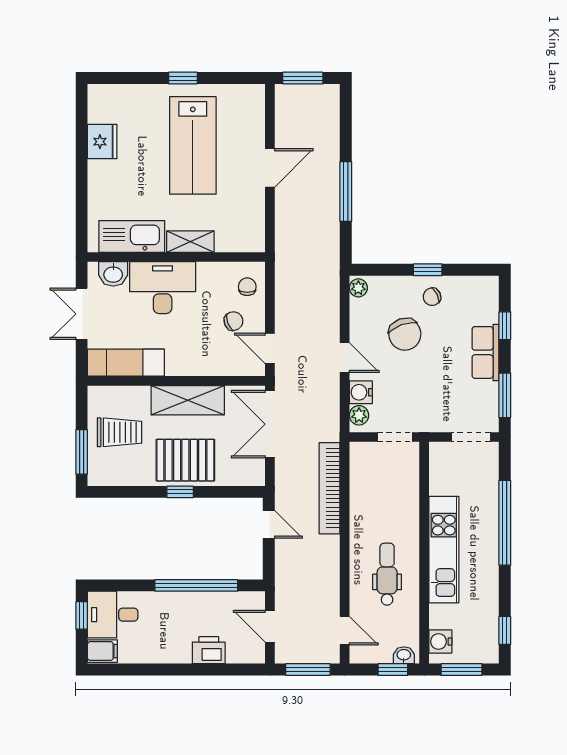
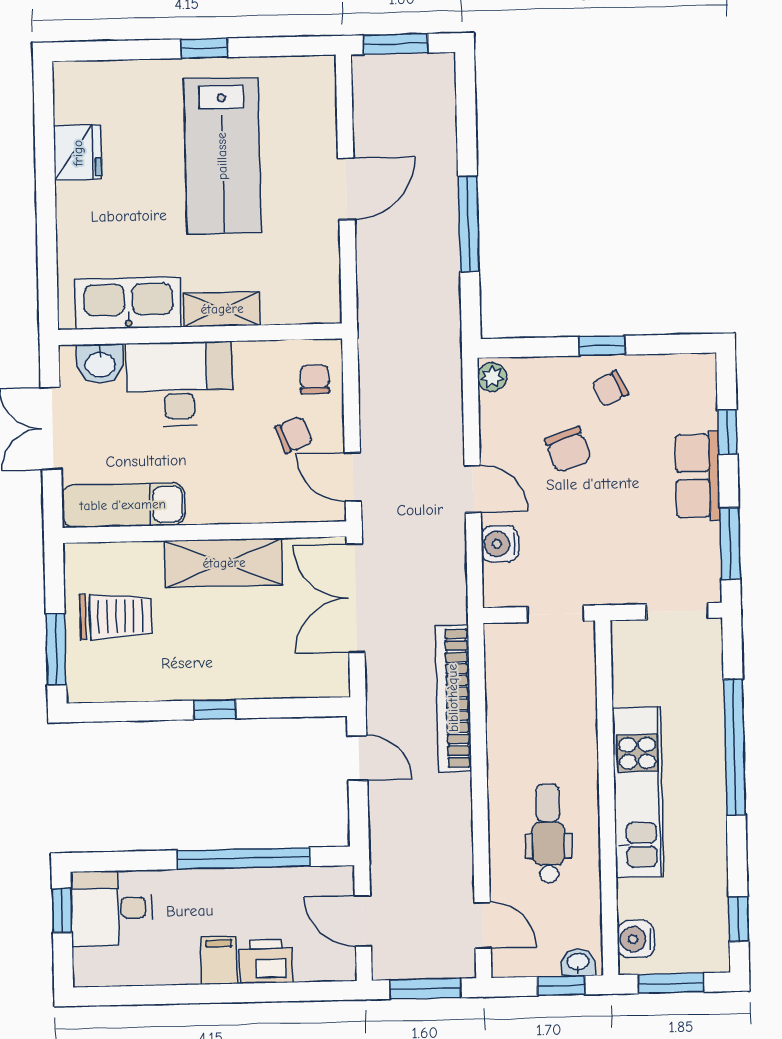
chair: (405, 334) -> (568, 449), width x0.73, depth x0.73
plant: (359, 415) -> (498, 581), removed
pallet: (185, 460) -> (222, 659), removed
filing cabinet: (102, 651) -> (219, 960), moved, turned -90

